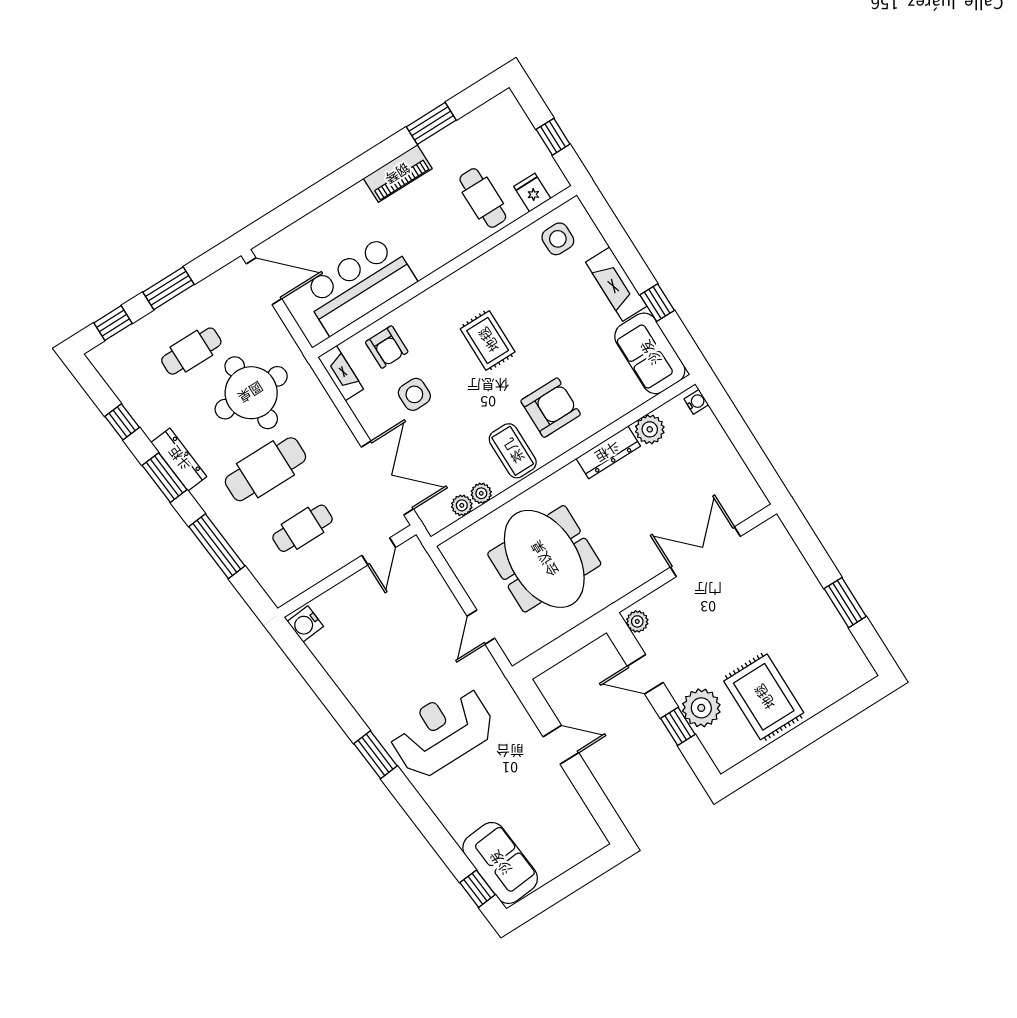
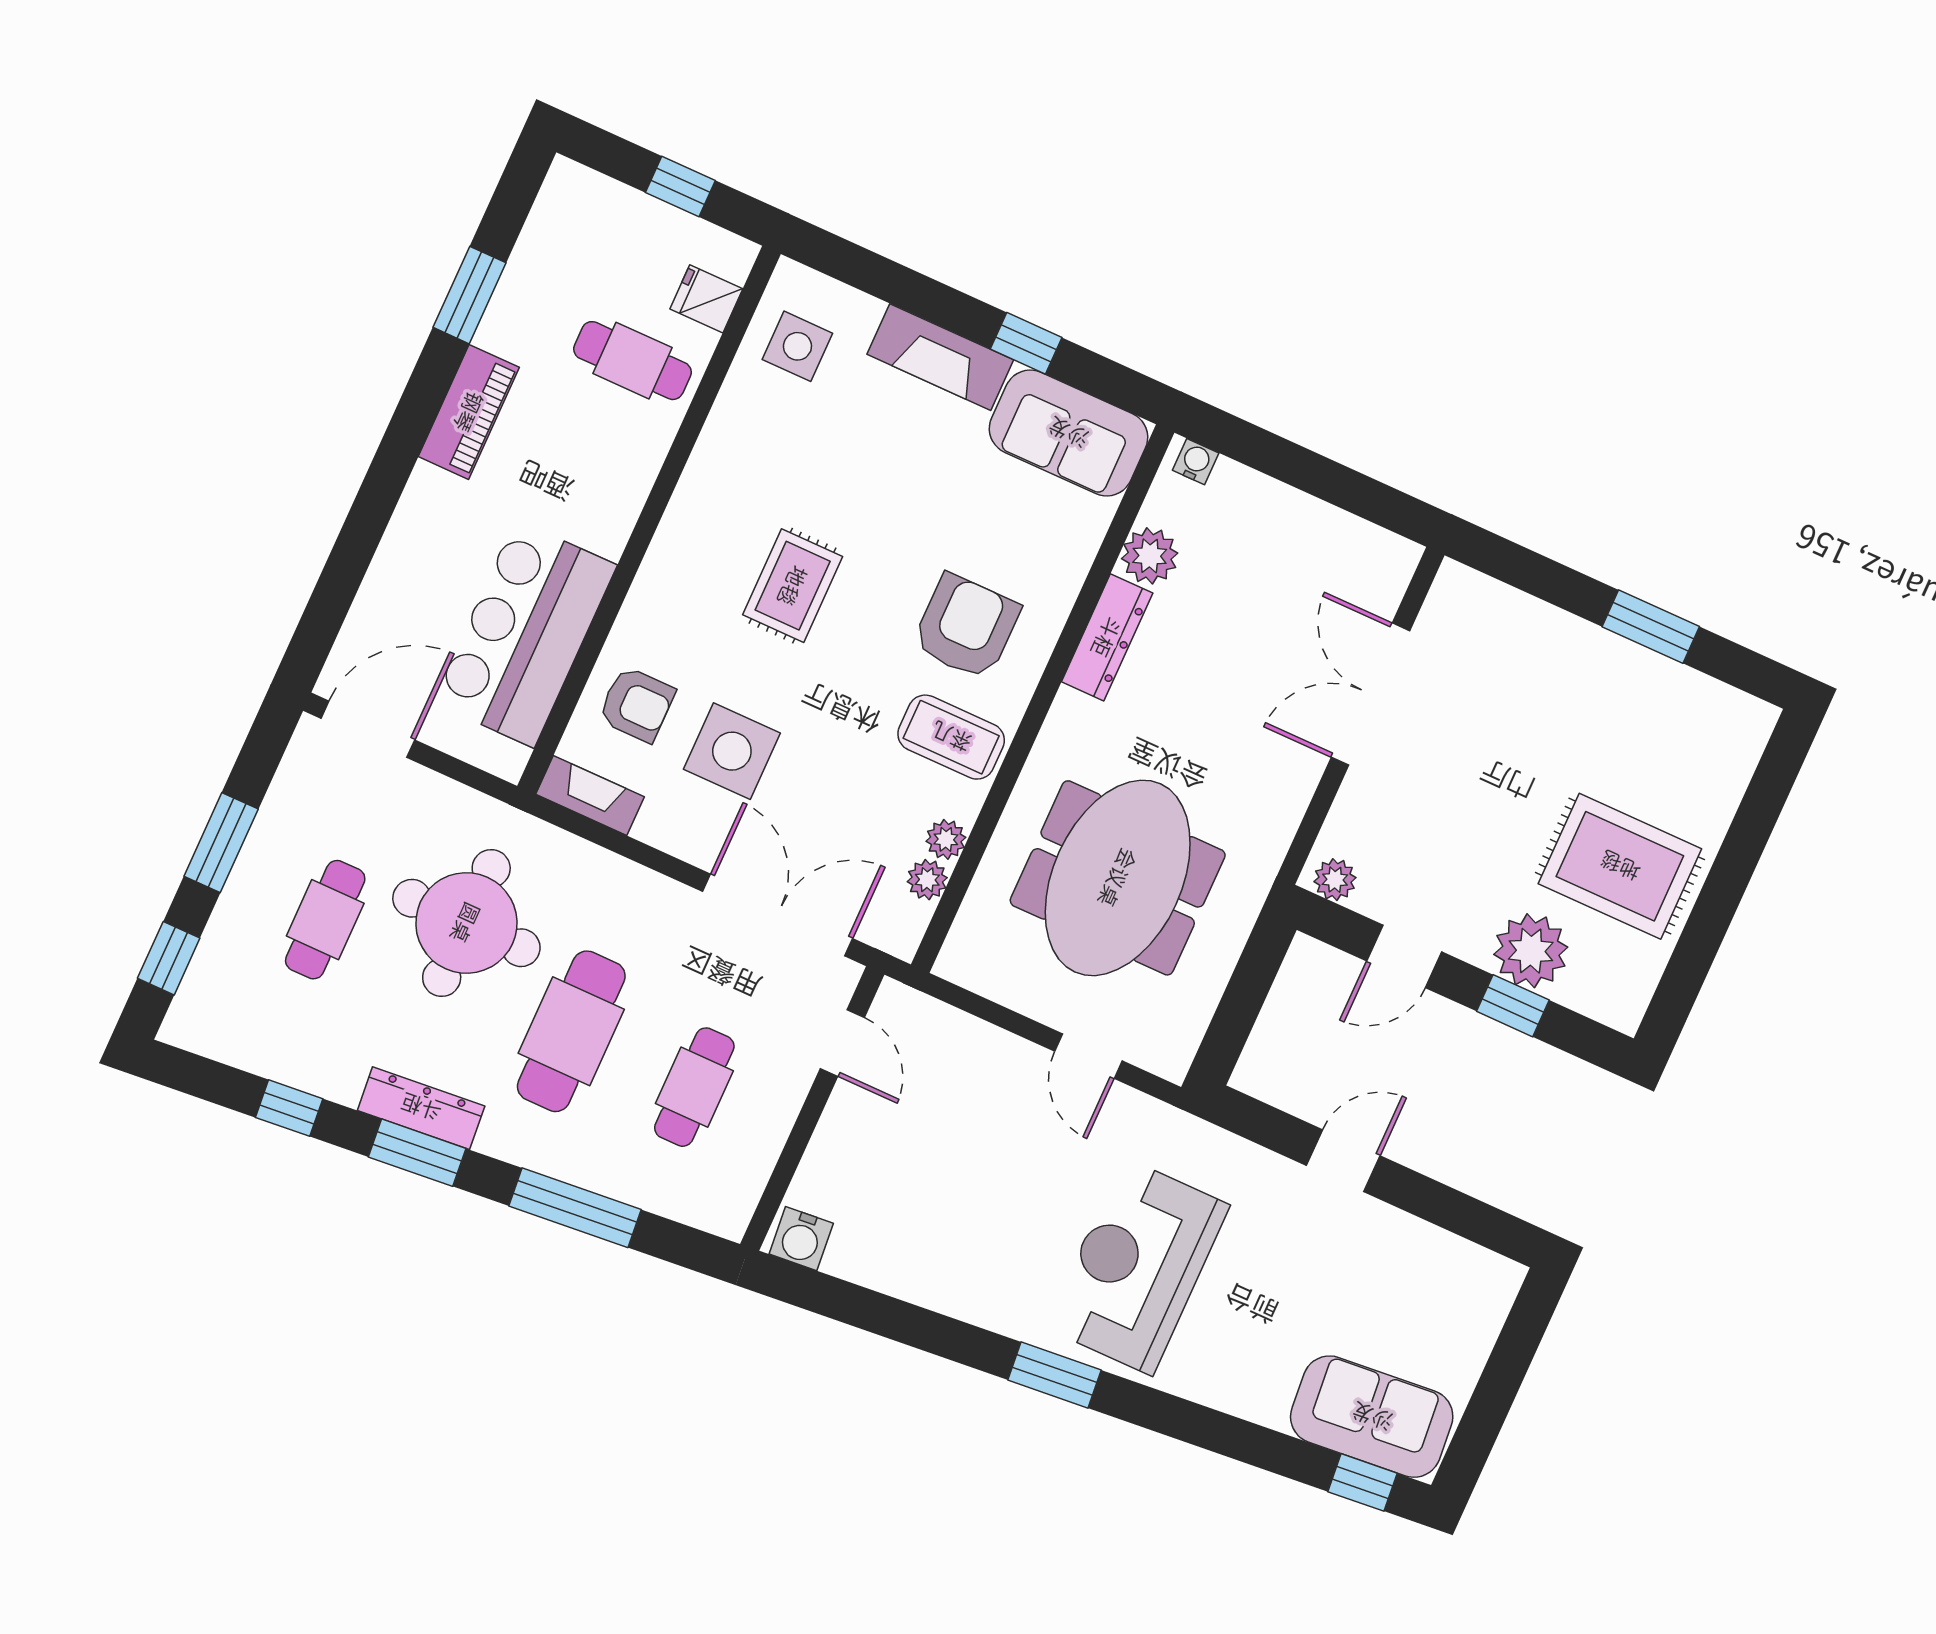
rug: (488, 340) -> (793, 586), turned 90
side table: (414, 394) -> (732, 751), width x1.37, depth x1.37
meeting table: (544, 559) -> (1118, 878), turned 90

